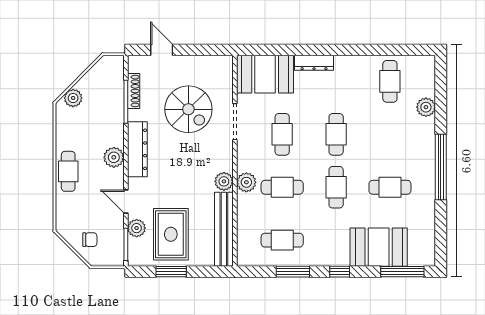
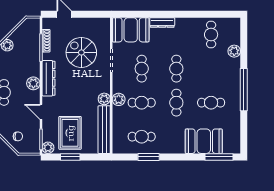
spiral stairs: (188, 109) -> (81, 52), turned 180
plant: (137, 228) -> (48, 148), moved
window: (340, 272) -> (179, 157), removed

